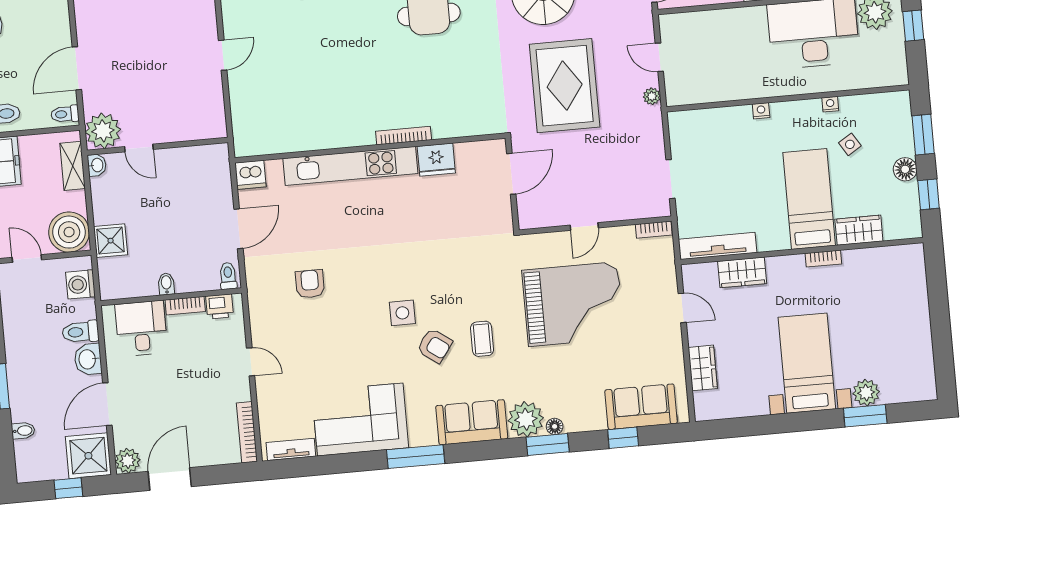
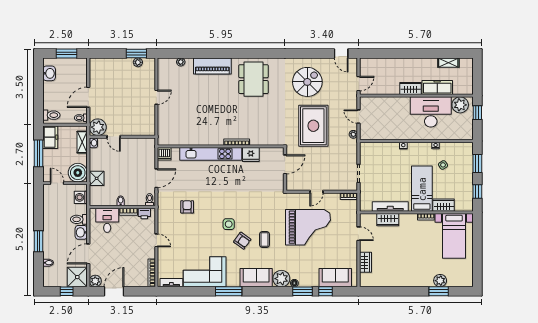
floor lamp: (905, 169) -> (468, 179), removed
tv unit: (718, 246) -> (390, 206), moved
bed with nightstands: (807, 363) -> (454, 236), moved, turned 180
window: (548, 445) -> (302, 291), moved

